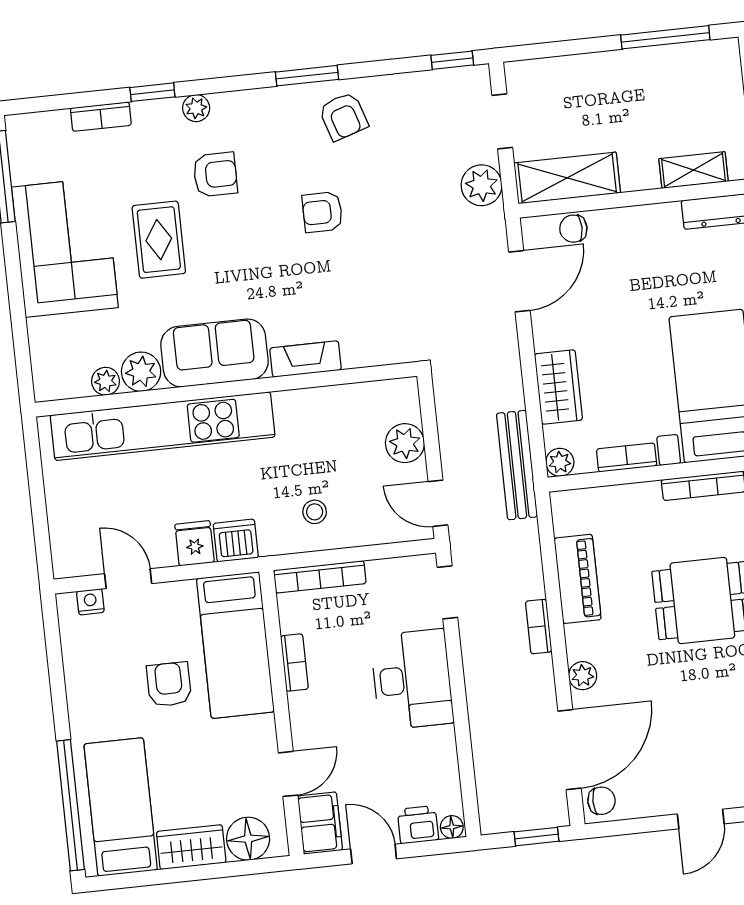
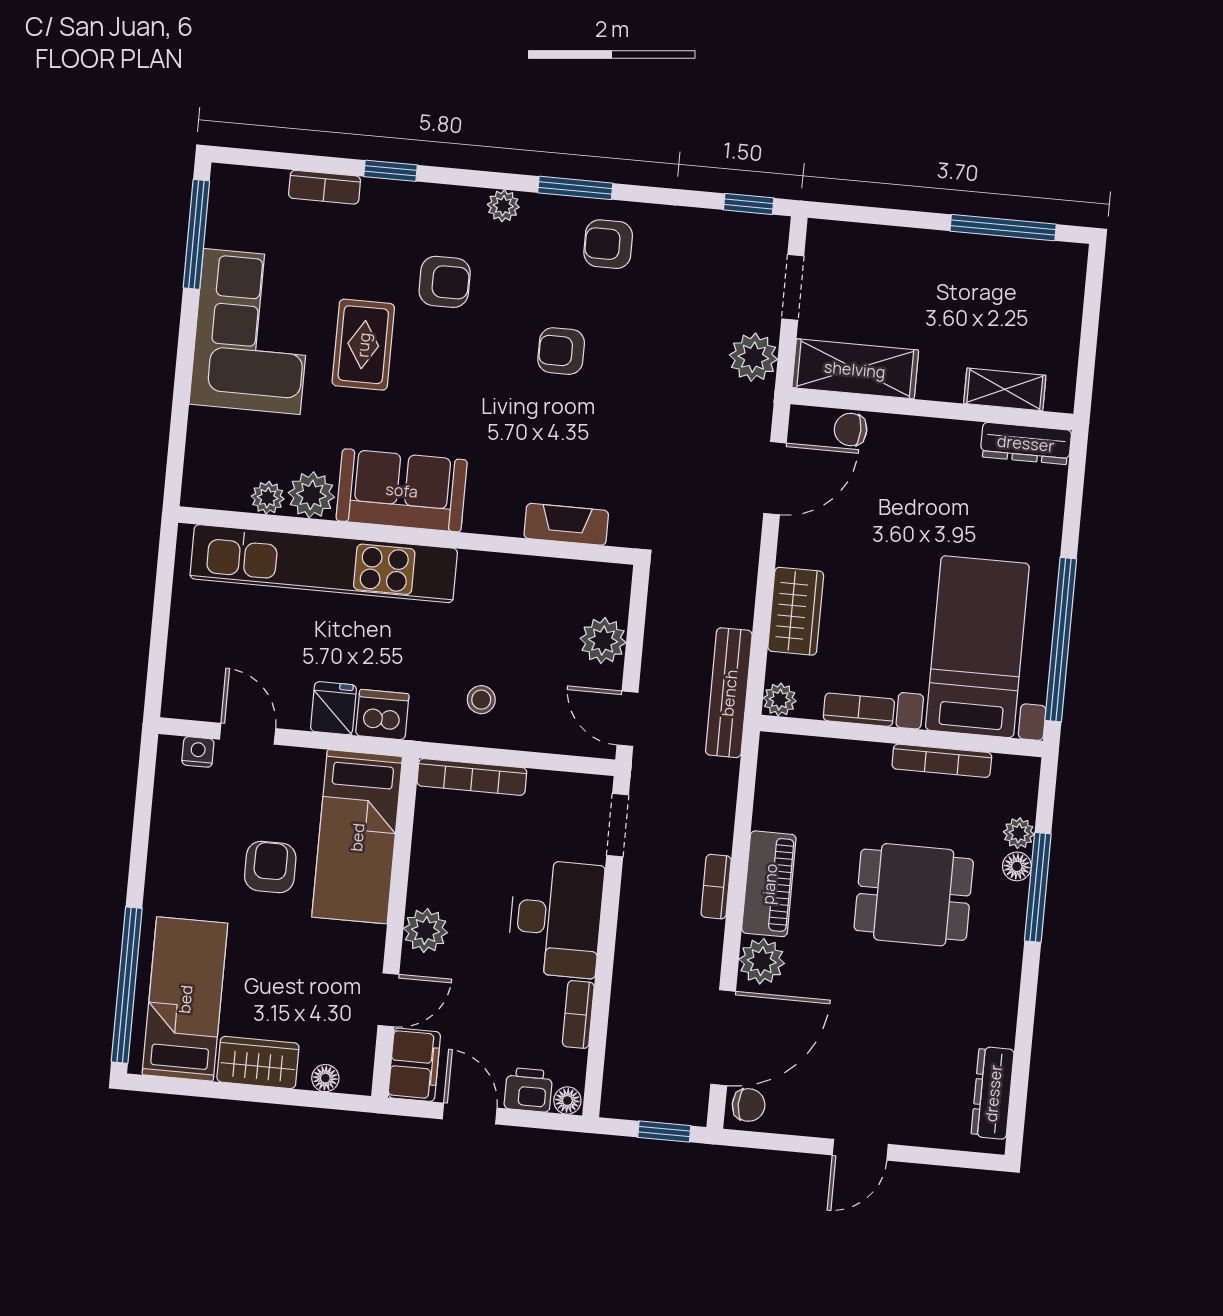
plant: (196, 108) -> (503, 206), moved
armchair: (343, 116) -> (608, 244), turned 108
fireplace: (306, 359) -> (566, 524), moved
piano: (578, 579) -> (769, 884), moved
bookcase: (294, 663) -> (578, 1014), moved, turned 180
plant: (583, 676) -> (762, 961), width x1.38, depth x1.38
plant: (307, 711) -> (426, 931), added
floor lamp: (248, 839) -> (325, 1078), width x0.53, depth x0.53

